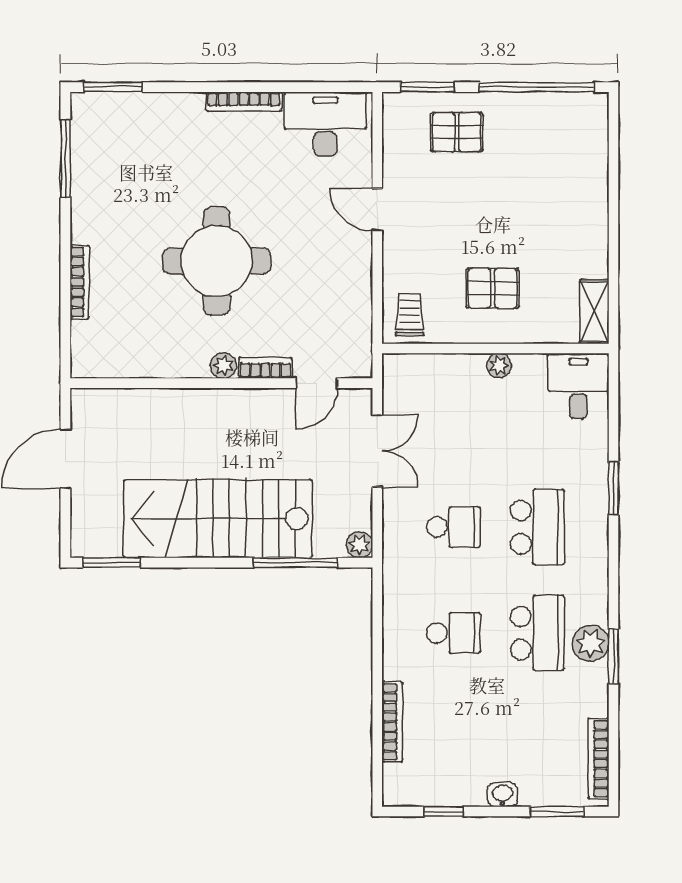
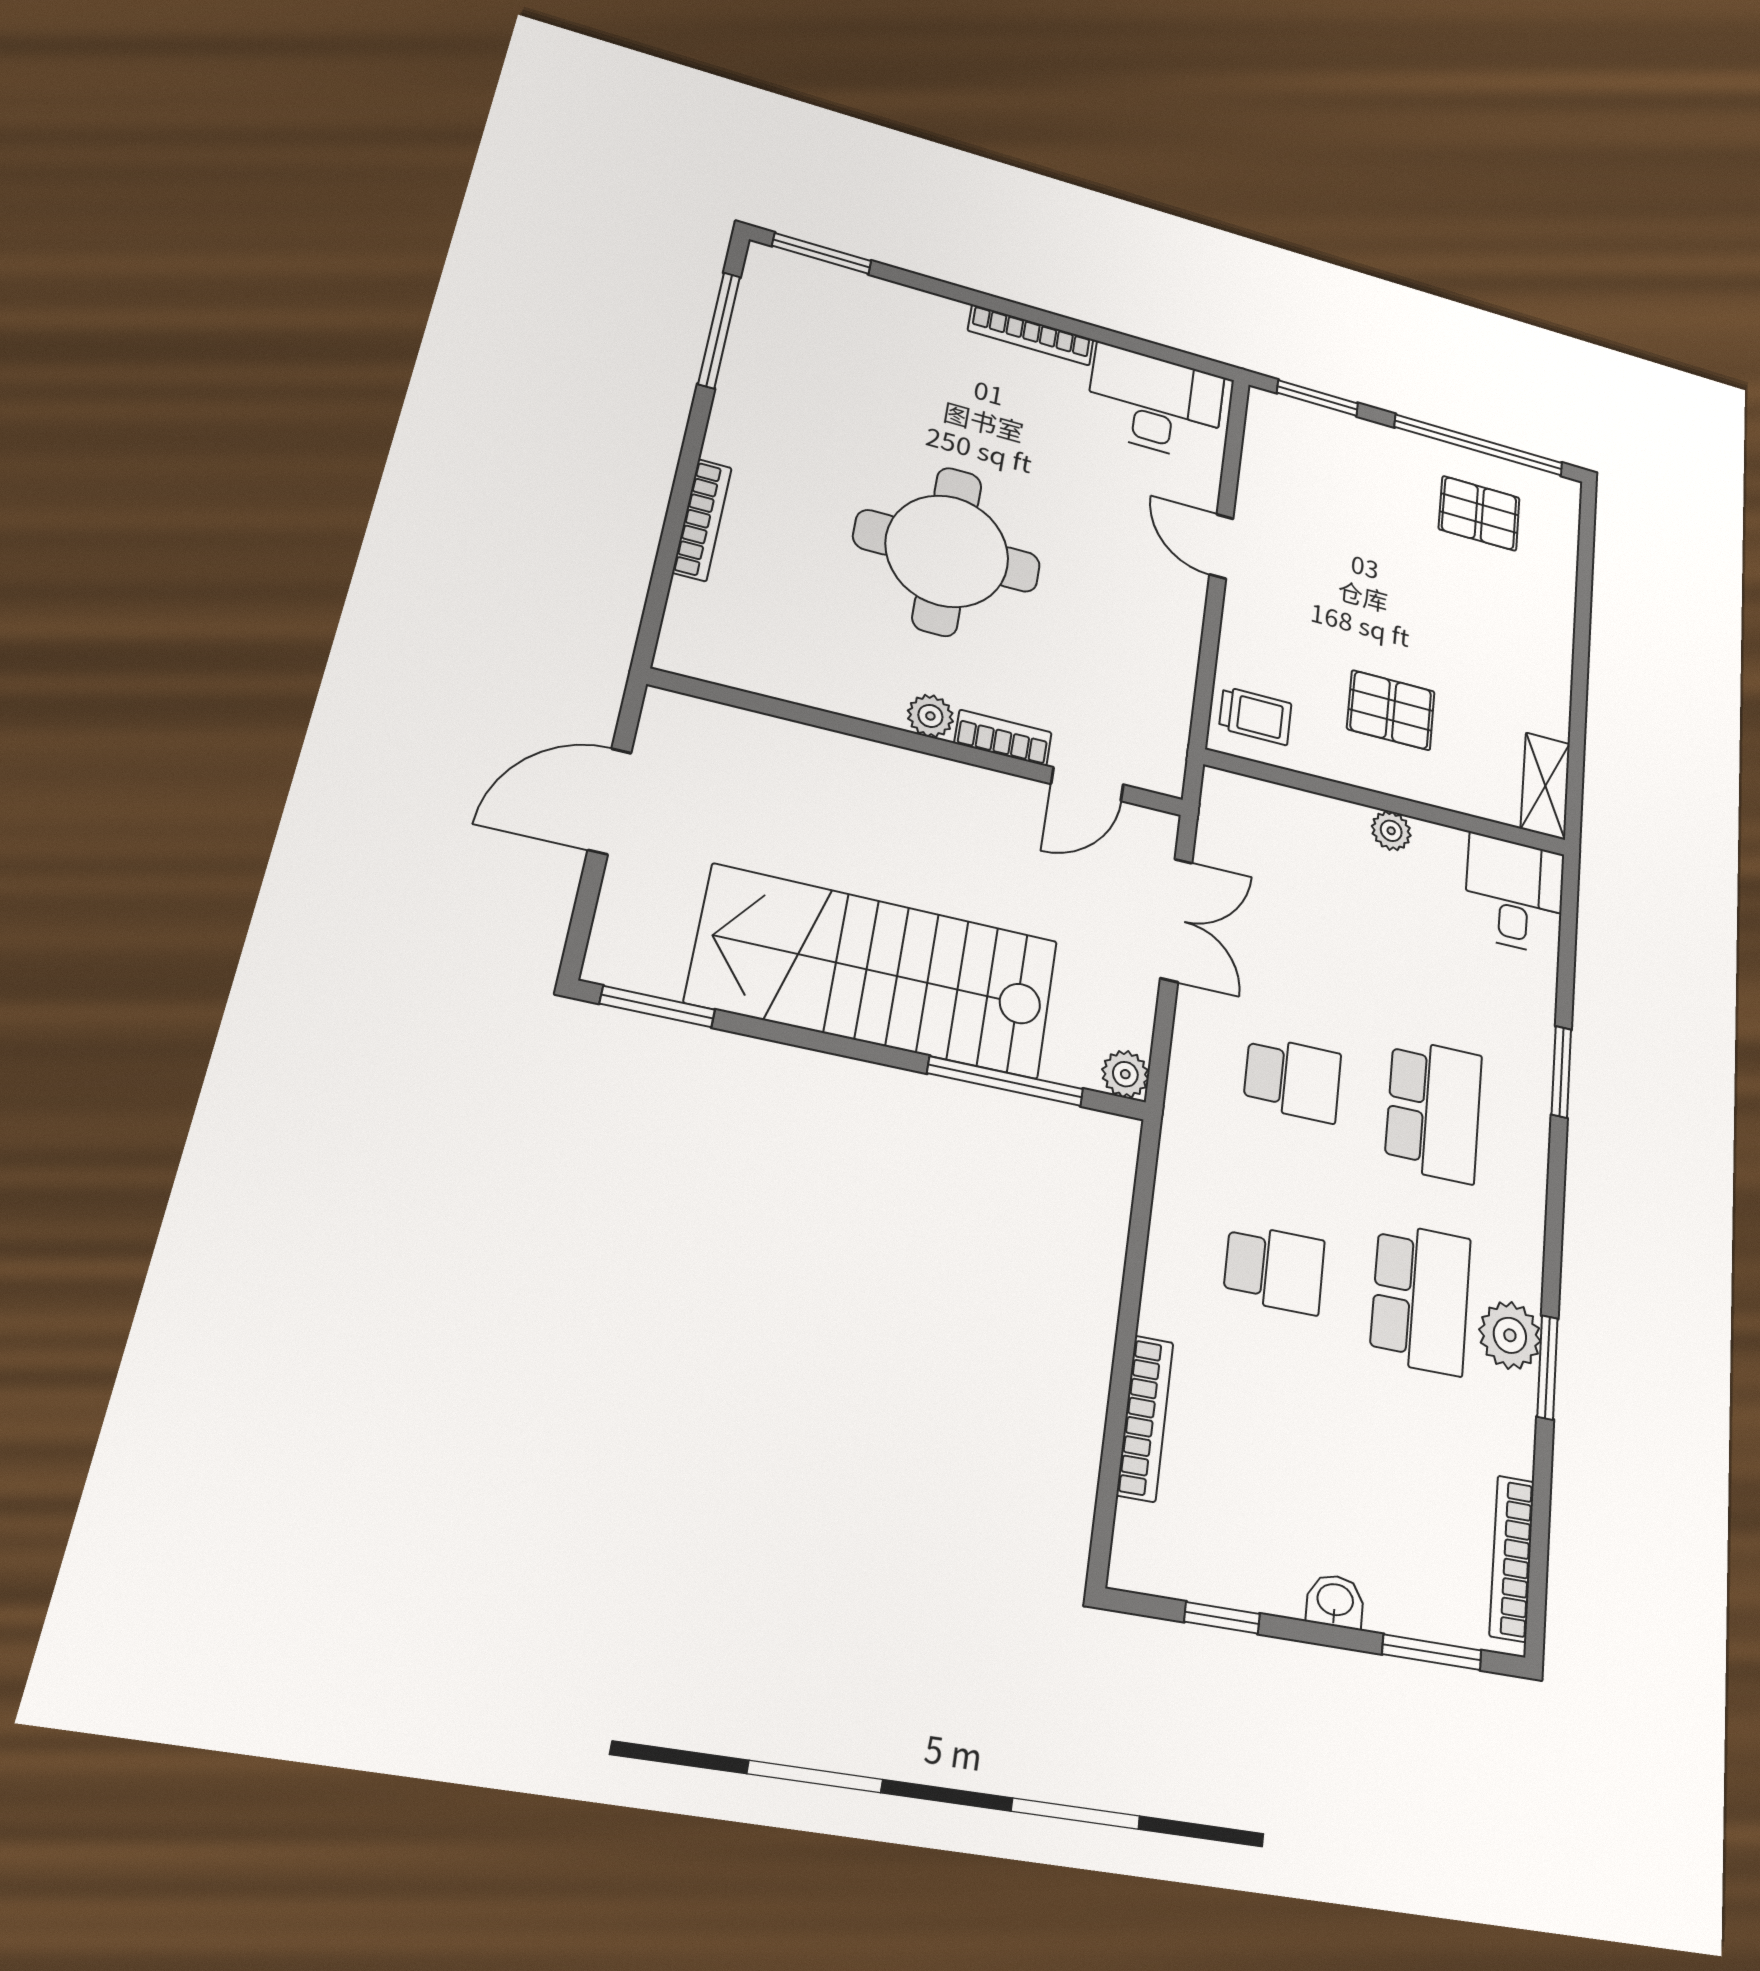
pallet: (457, 132) -> (1479, 513), moved
trolley: (410, 315) -> (1255, 716), turned 90

